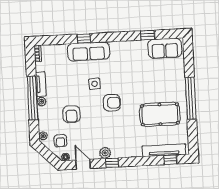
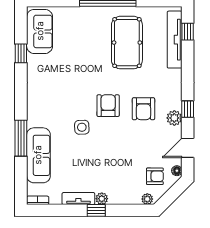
window: (84, 38) -> (21, 138), width x2.17
sofa: (89, 51) -> (38, 155), moved
window: (32, 98) -> (96, 210), width x0.32
armchair: (71, 114) -> (143, 109), moved, turned 90

